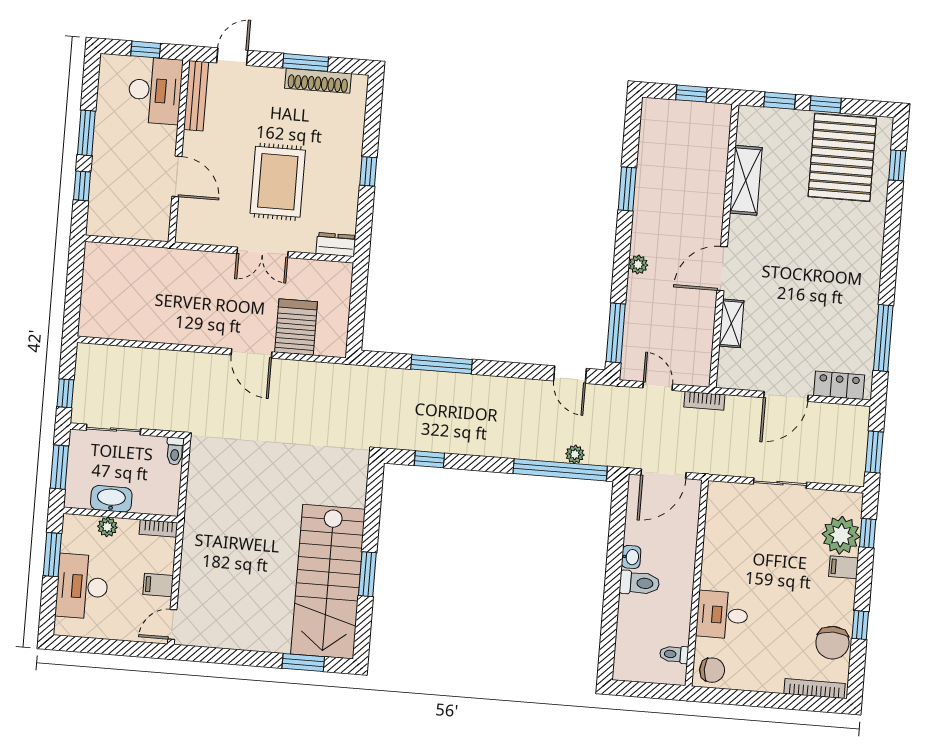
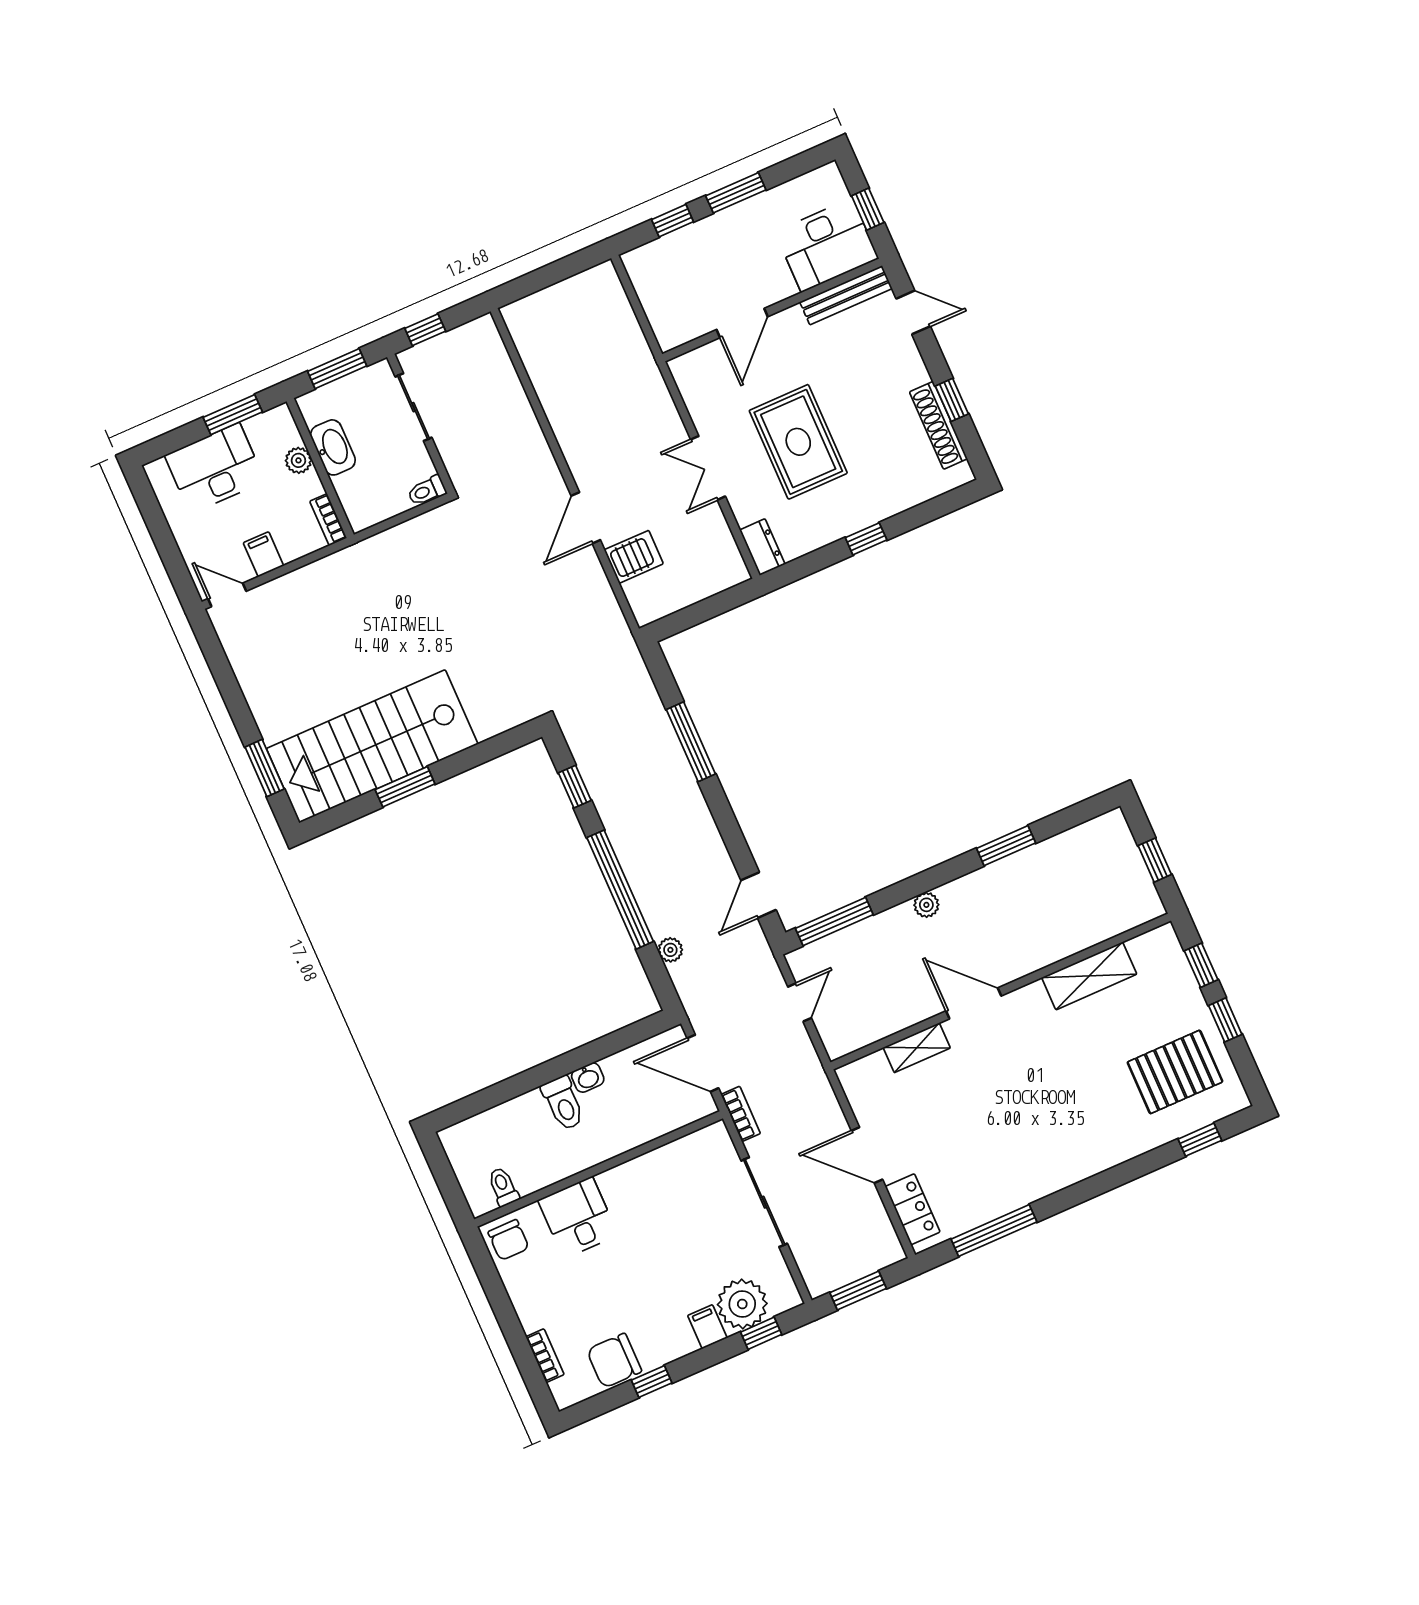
window: (306, 62) -> (952, 400), width x0.67
pallet: (842, 157) -> (1175, 1072), width x0.73, depth x0.71
rug: (278, 182) -> (798, 442), turned 90
server rack: (296, 327) -> (634, 557), width x0.73, depth x0.70
bookcase: (704, 401) -> (741, 1114), moved, turned 180
window: (560, 470) -> (620, 890), moved
sliding door: (780, 483) -> (764, 1202), width x1.37
bookcase: (814, 689) -> (545, 1356), width x0.64

